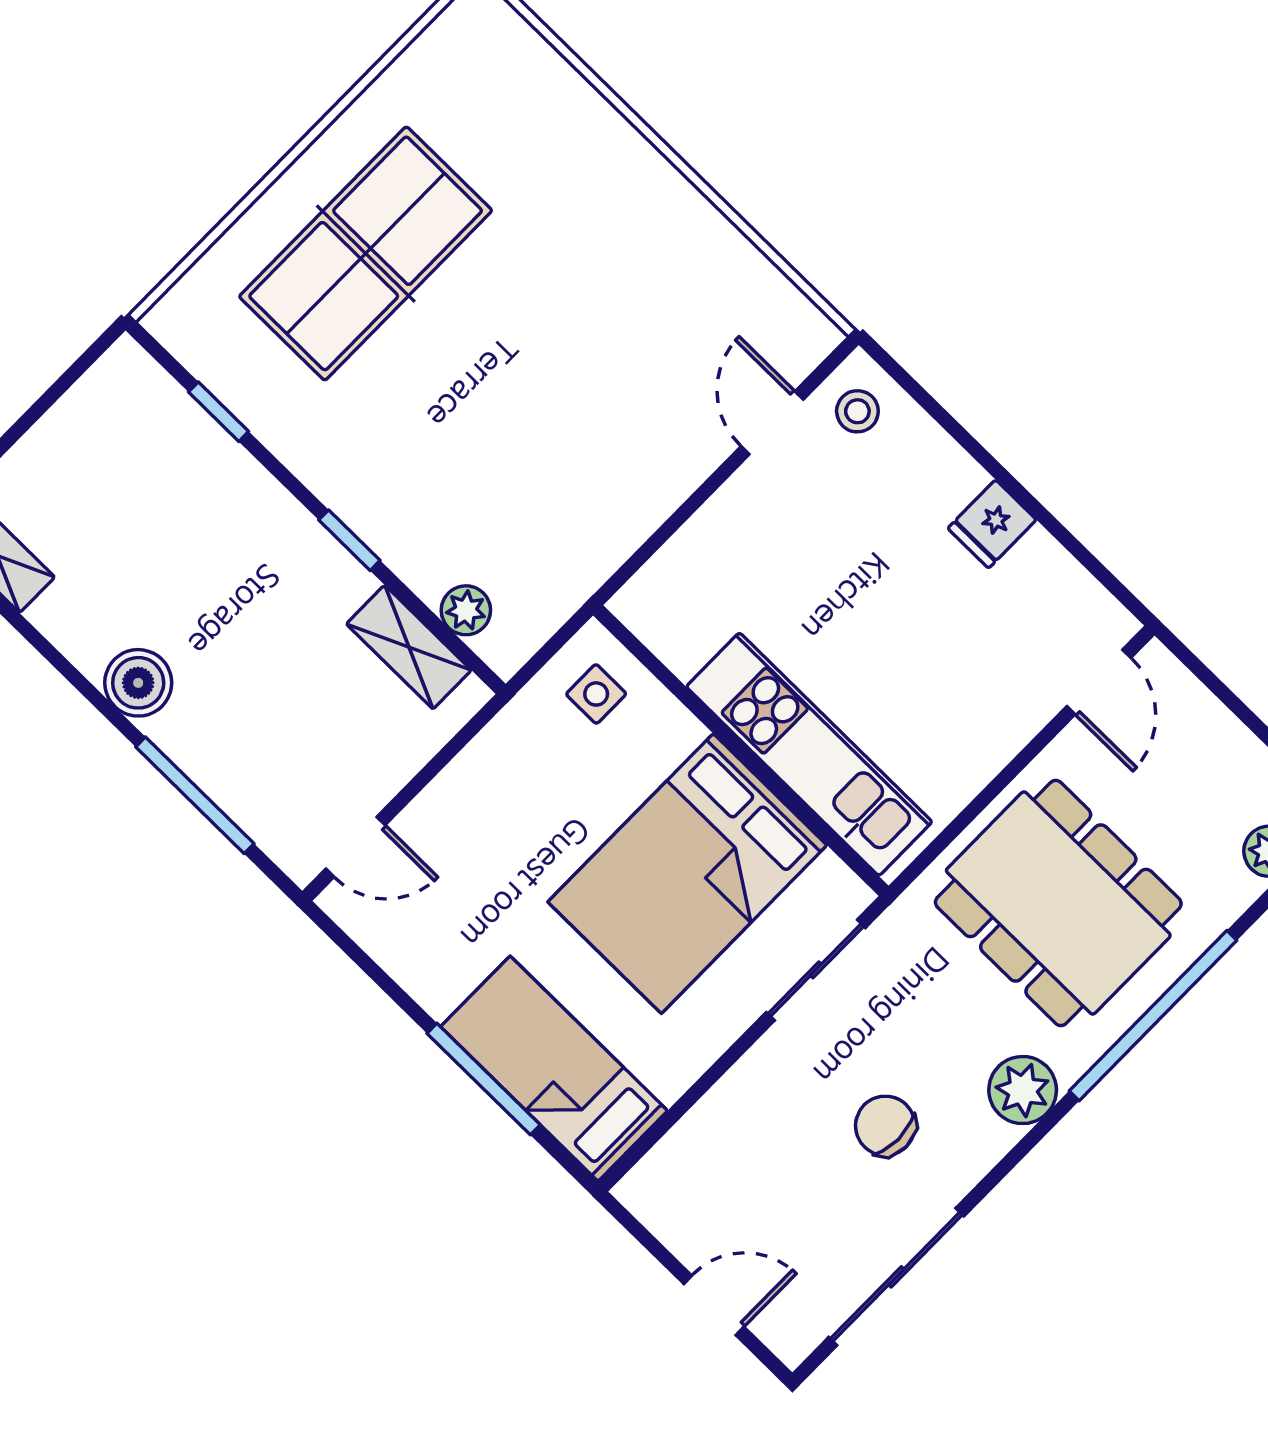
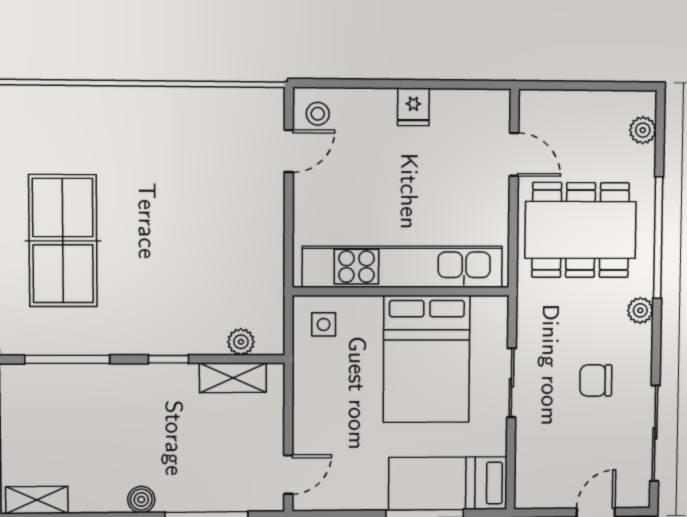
window: (219, 412) -> (67, 359), width x2.17
door: (772, 423) -> (289, 151), swing flipped
door: (1099, 682) -> (514, 154), moved
boiler: (138, 683) -> (141, 500), width x0.73, depth x0.73
kitchen unit: (809, 754) -> (402, 267), width x1.36
sliding door: (816, 970) -> (512, 383), moved
plant: (1023, 1090) -> (640, 310), width x0.73, depth x0.73

